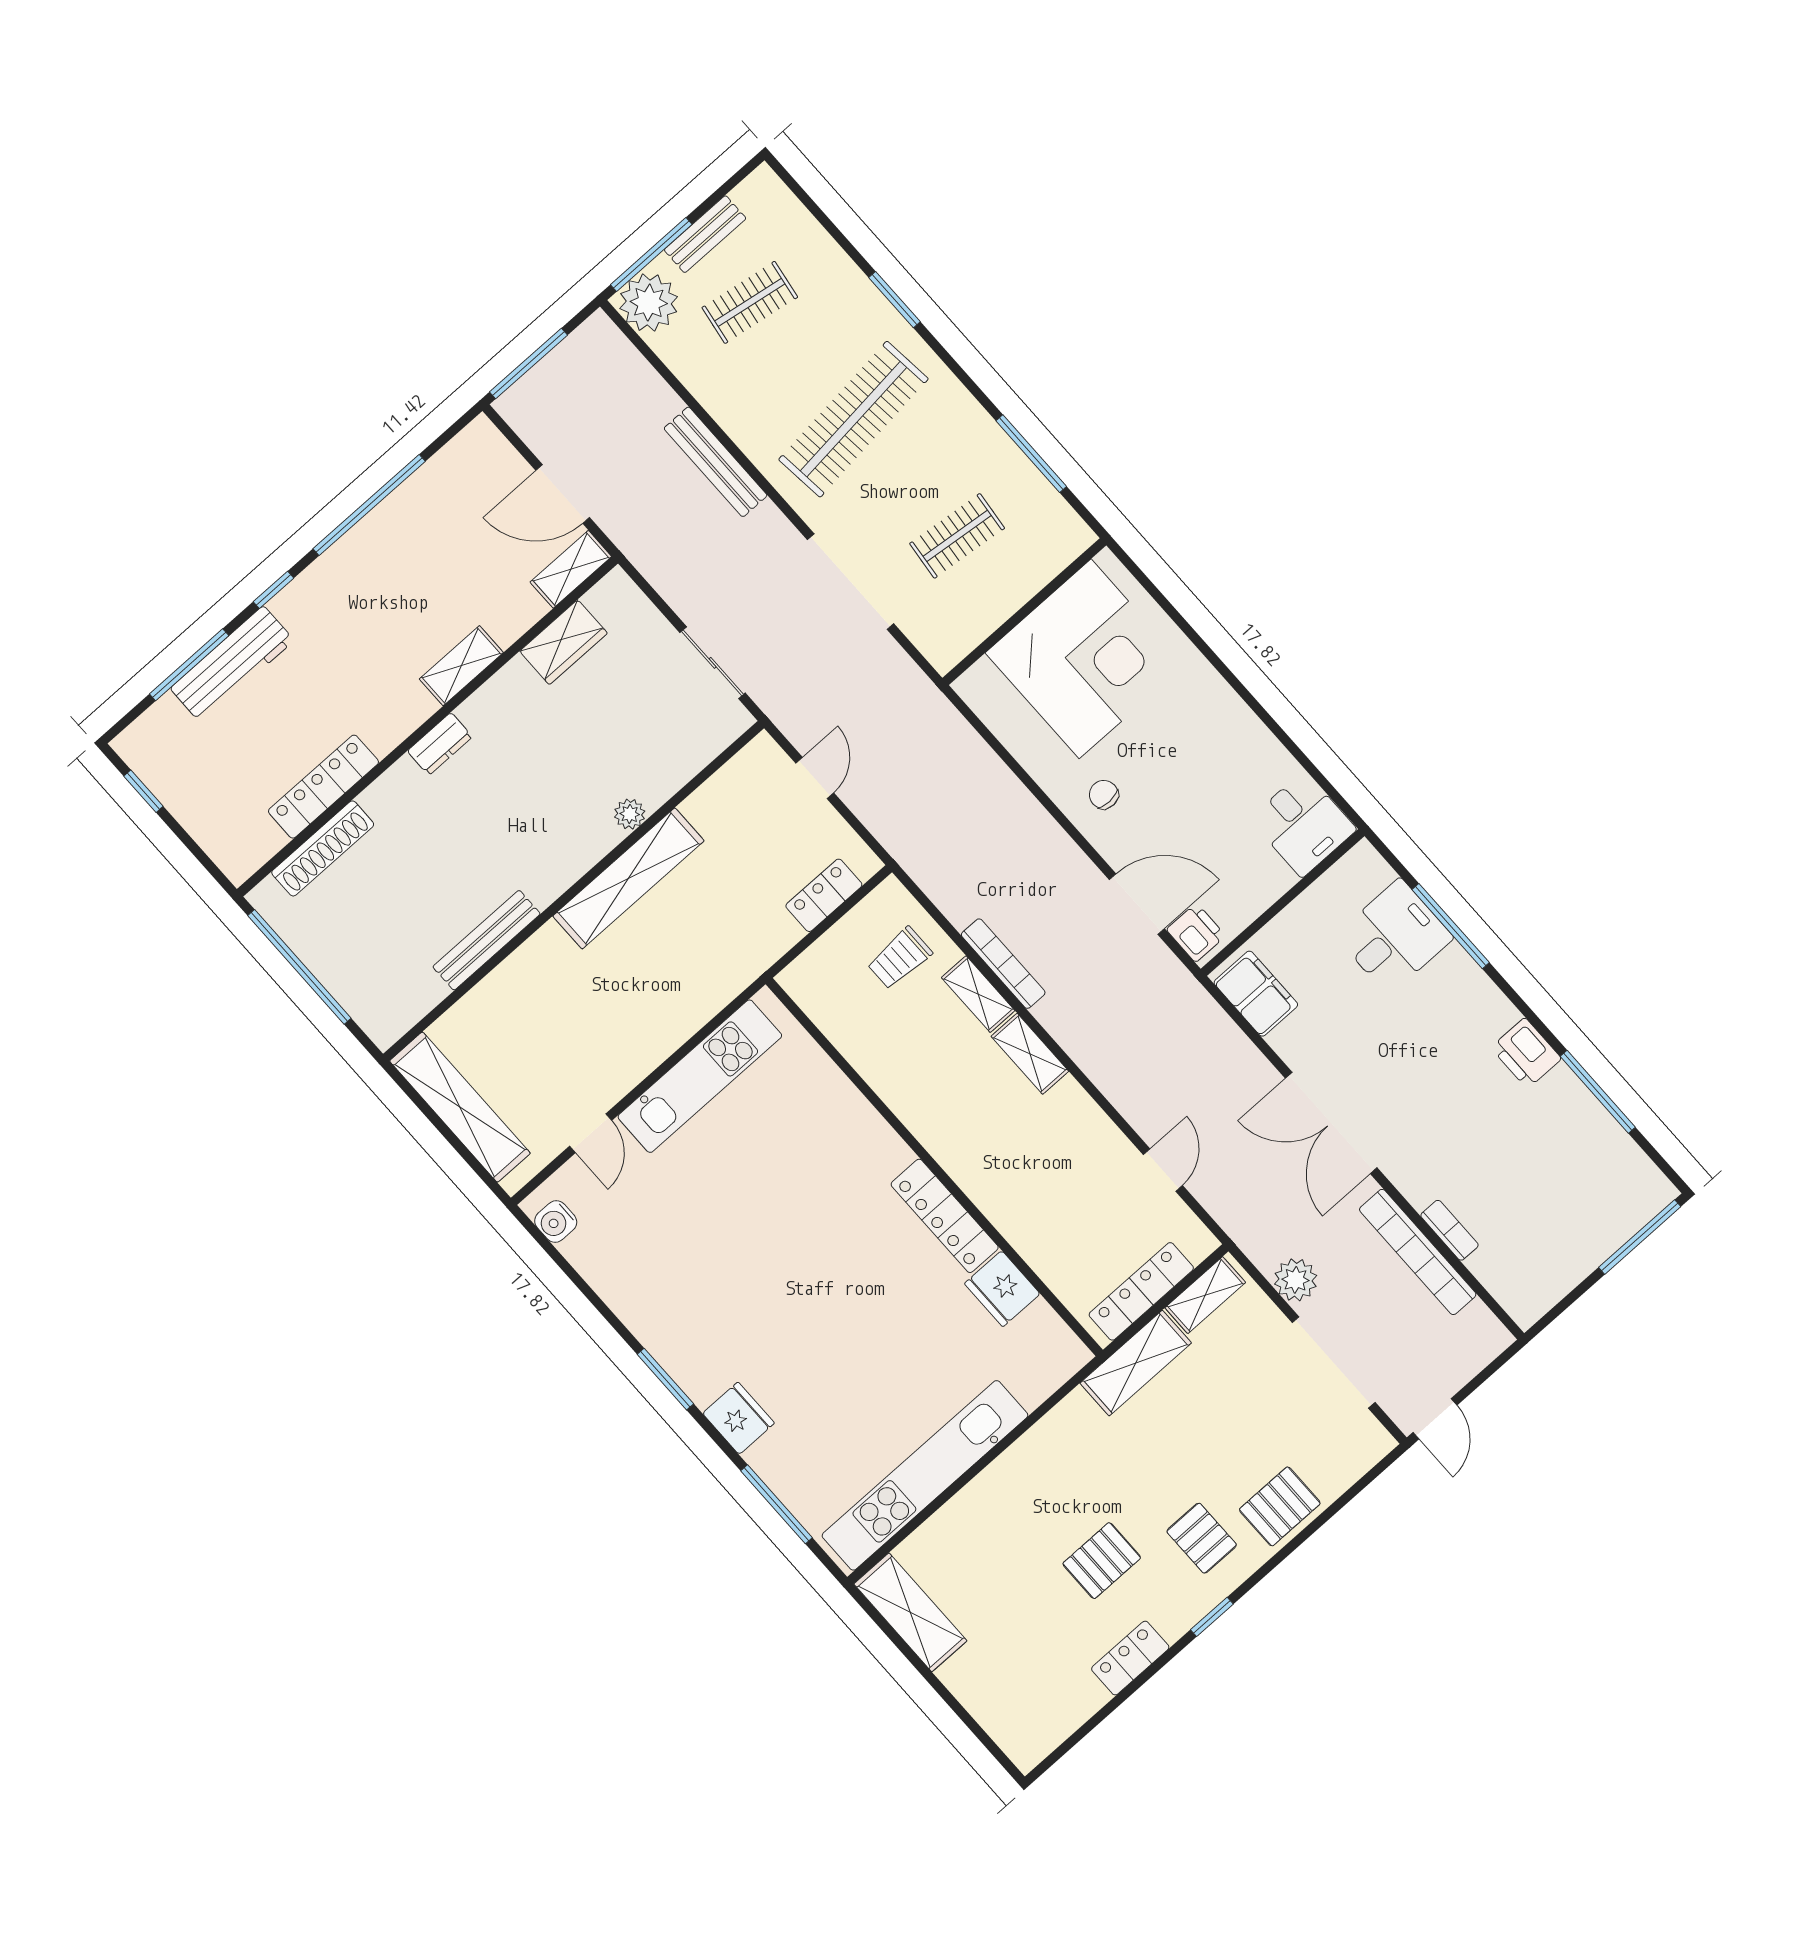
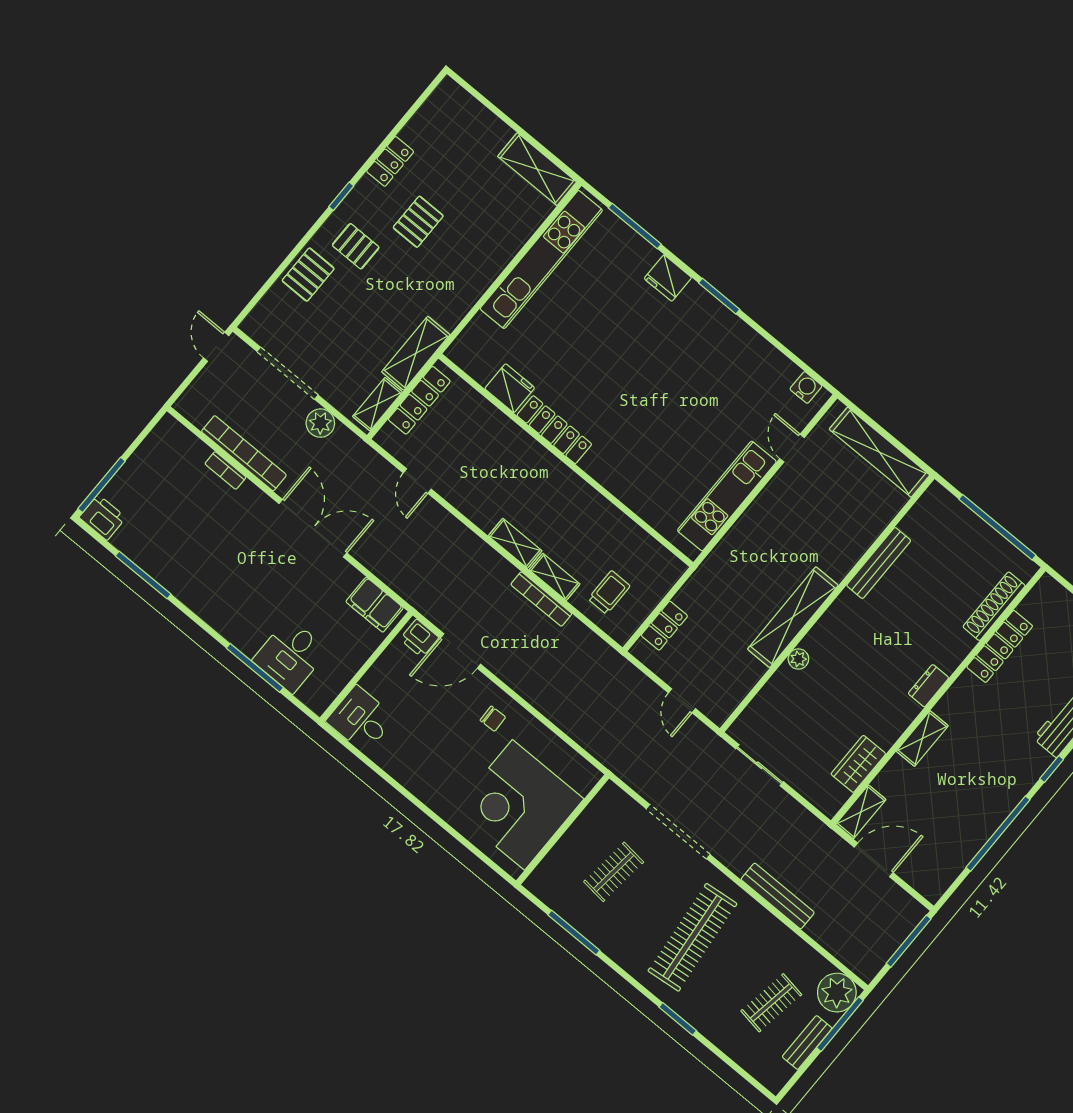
printer: (1526, 1053) -> (102, 517), moved

